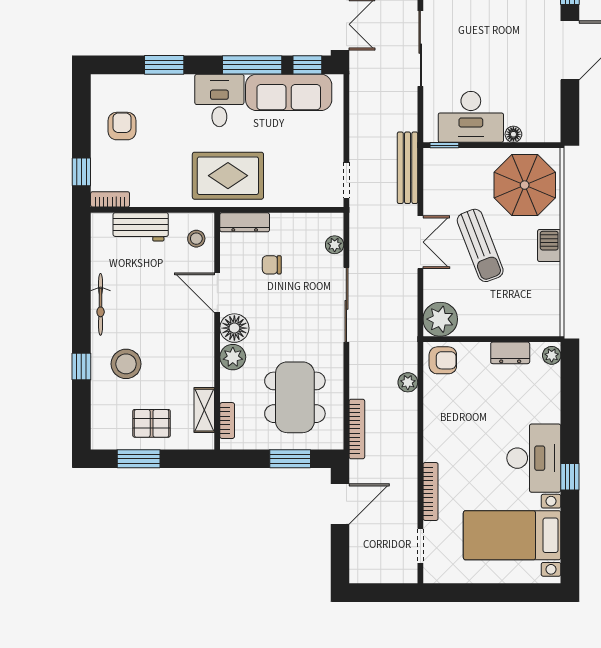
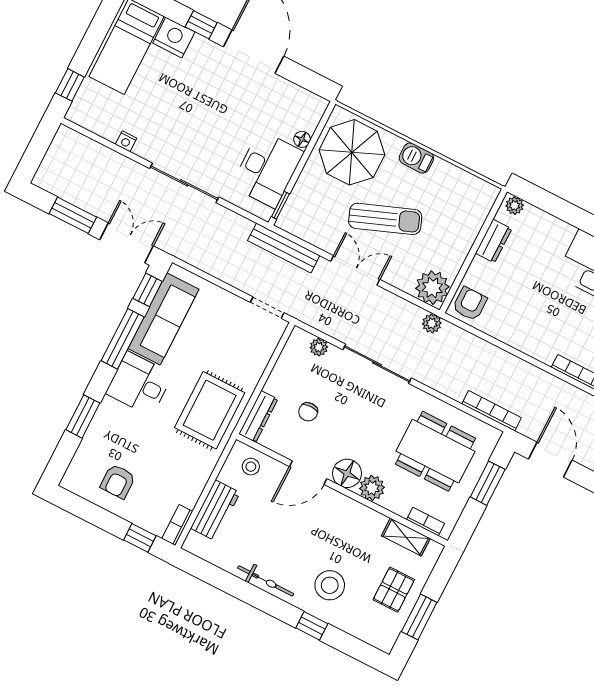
armchair: (122, 126) -> (118, 481), turned -90
plant: (408, 382) -> (432, 323), moved

